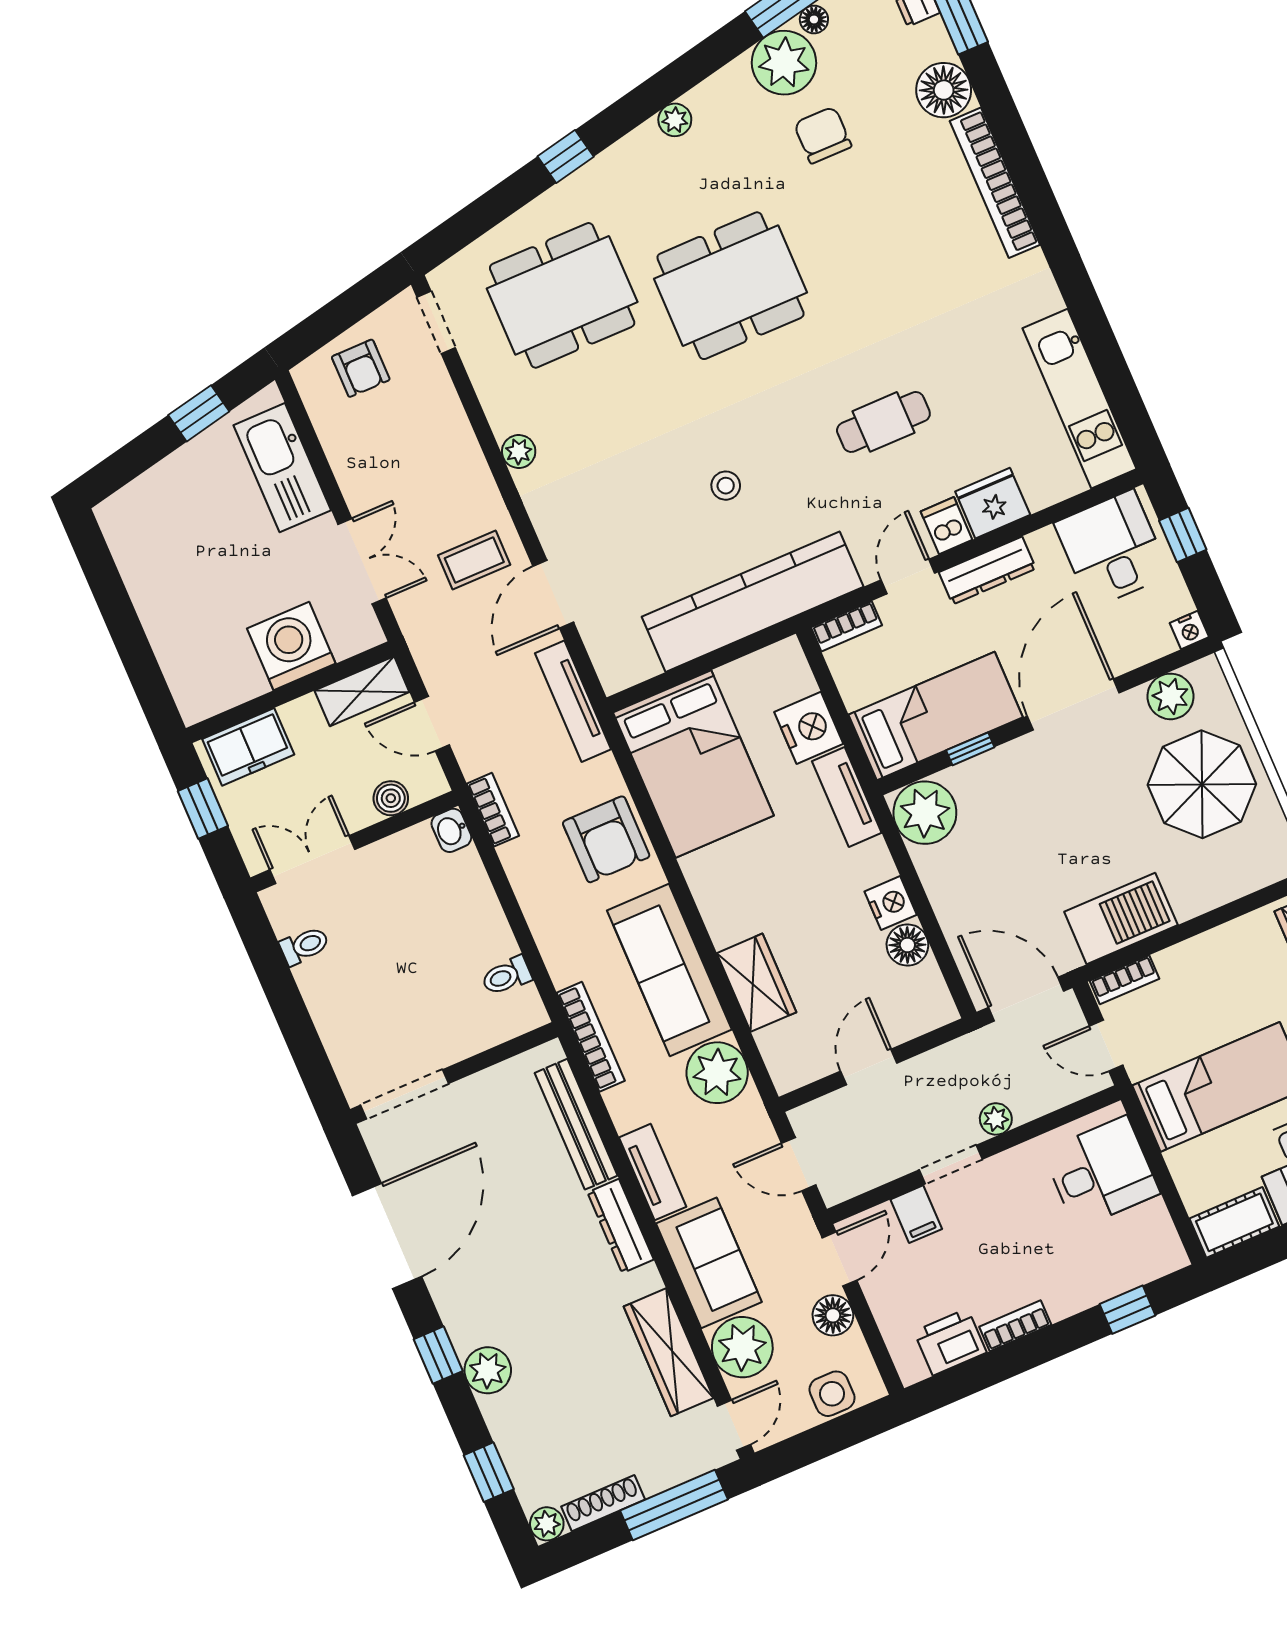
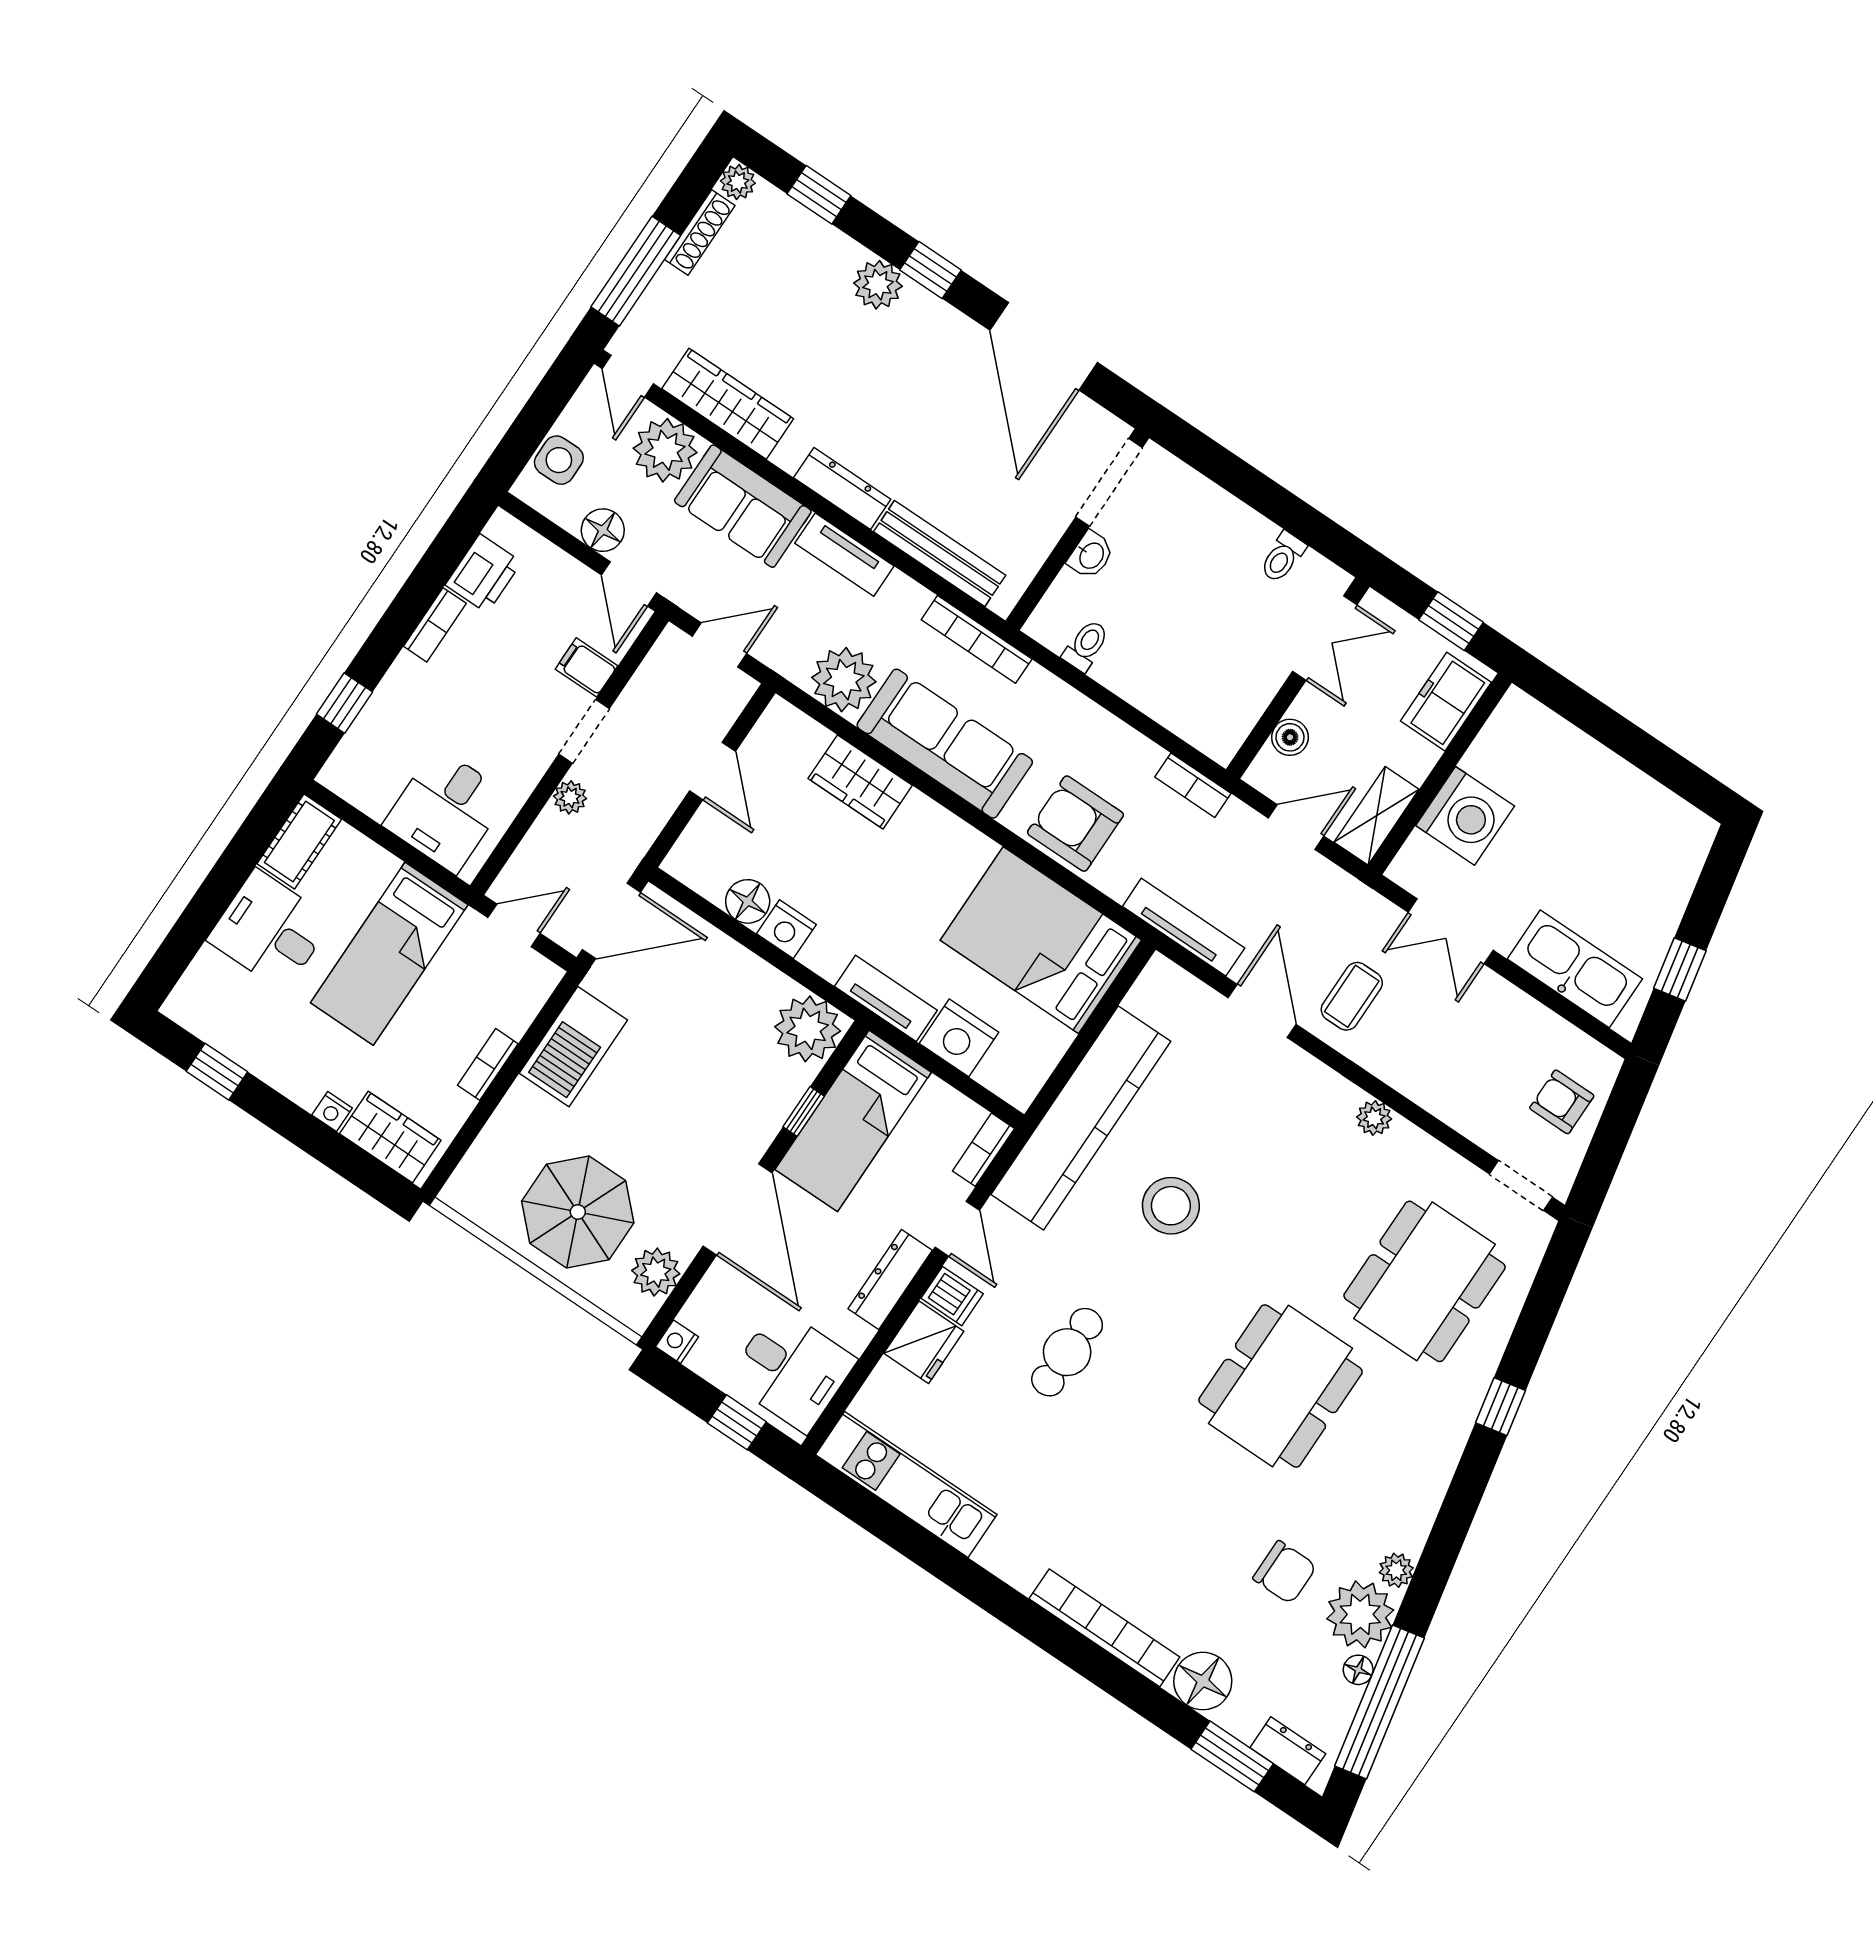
plant: (675, 120) -> (1396, 1570), moved
stool: (726, 486) -> (1171, 1206), width x1.89, depth x1.89
washbasin: (451, 830) -> (1091, 555), moved, turned 90
bookcase: (1125, 980) -> (488, 1064), moved

